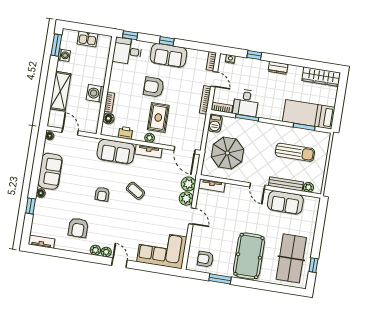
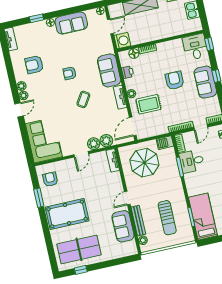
washing machine: (95, 93) -> (122, 41), moved, turned 90
rug: (158, 118) -> (148, 104), moved

